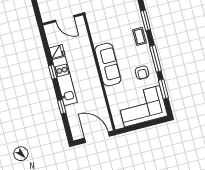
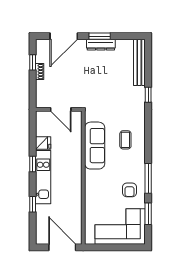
window: (146, 20) -> (148, 134), removed
coffee table: (139, 36) -> (125, 140), moved
sofa: (108, 65) -> (95, 146), moved

